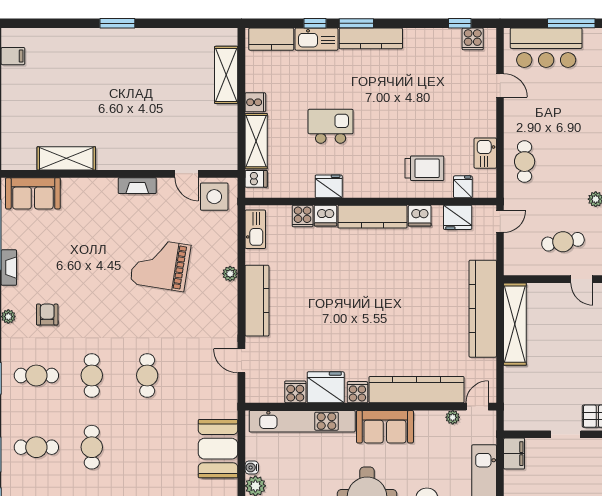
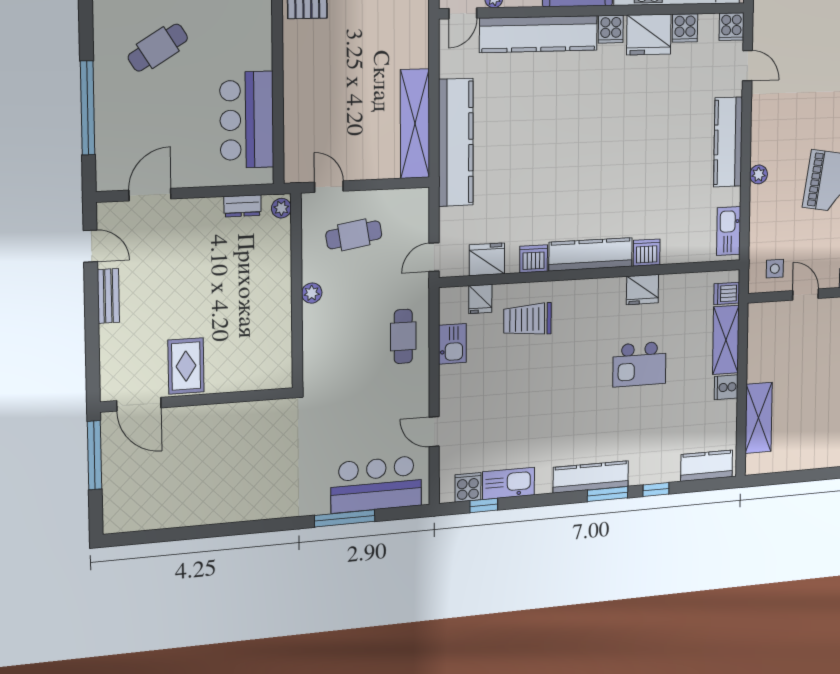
kitchen sink: (316, 39) -> (509, 483), moved
side table: (214, 197) -> (775, 269), width x0.54, depth x0.54
cooker: (303, 216) -> (731, 27), moved, turned 180

